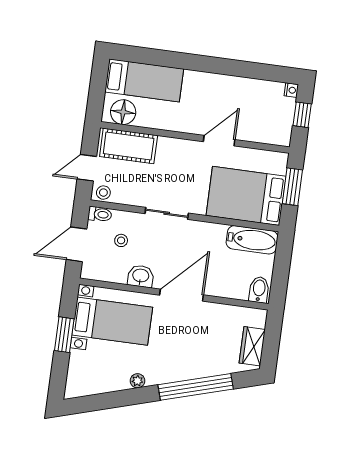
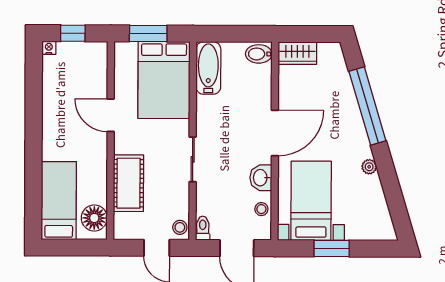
cot: (129, 146) -> (129, 183), moved
stool: (121, 240) -> (261, 209), moved
door: (182, 295) -> (275, 133), swing flipped
wardrobe: (252, 346) -> (297, 53), moved

